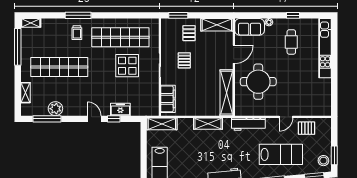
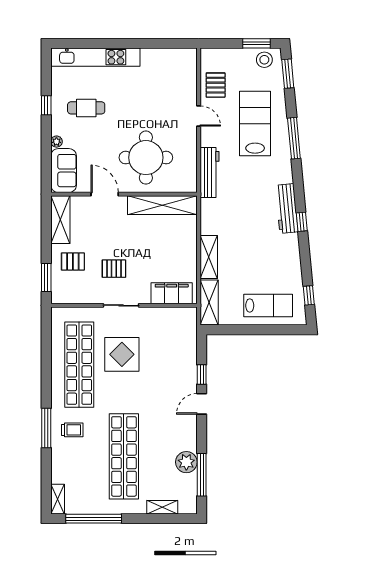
freezer: (120, 109) -> (188, 365), removed
shelving: (208, 124) -> (209, 257), moved

